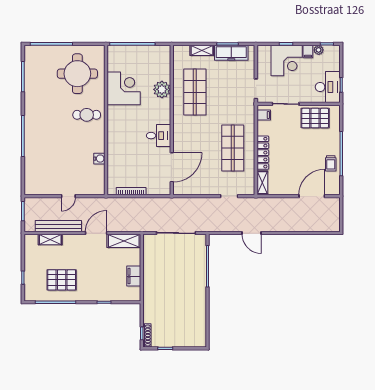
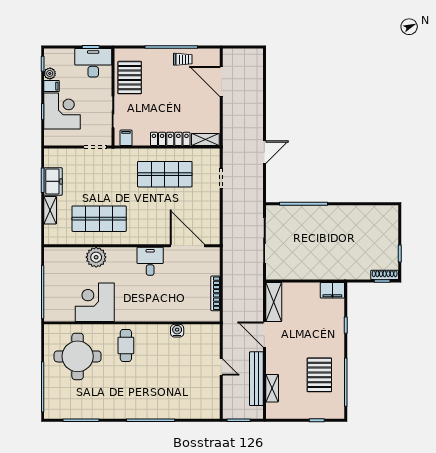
freezer: (231, 53) -> (53, 181), width x0.71
filing cabinet: (134, 276) -> (332, 290), moved

